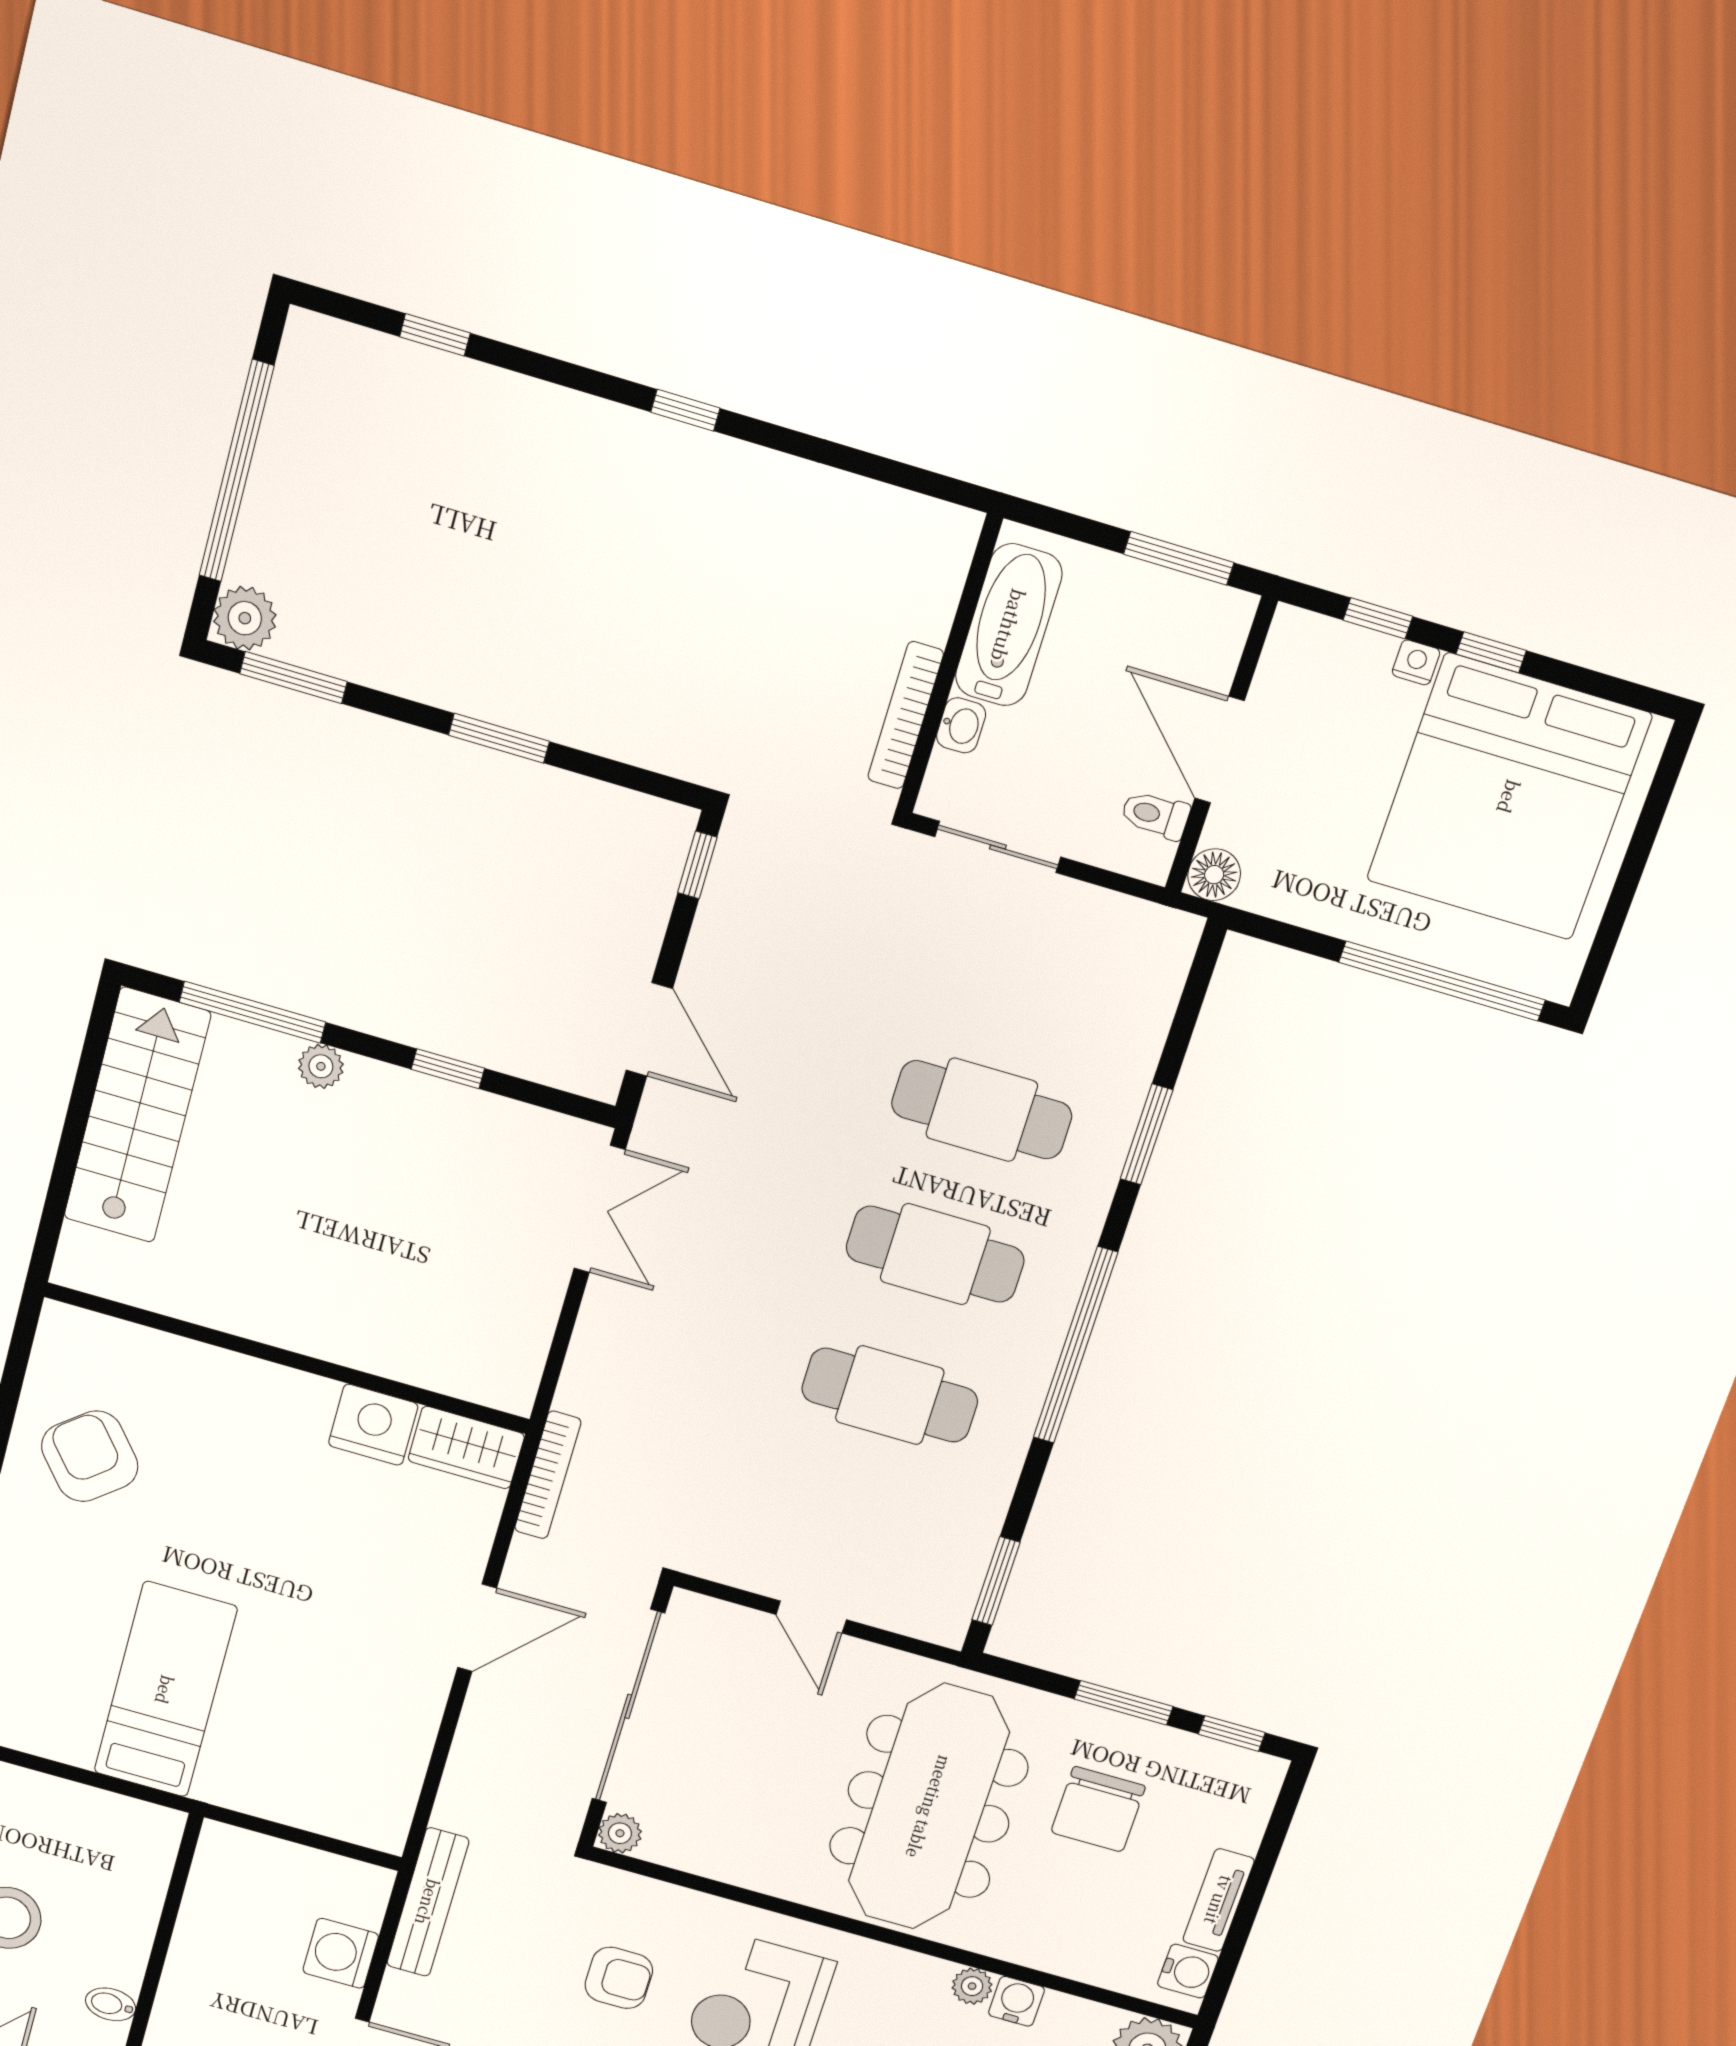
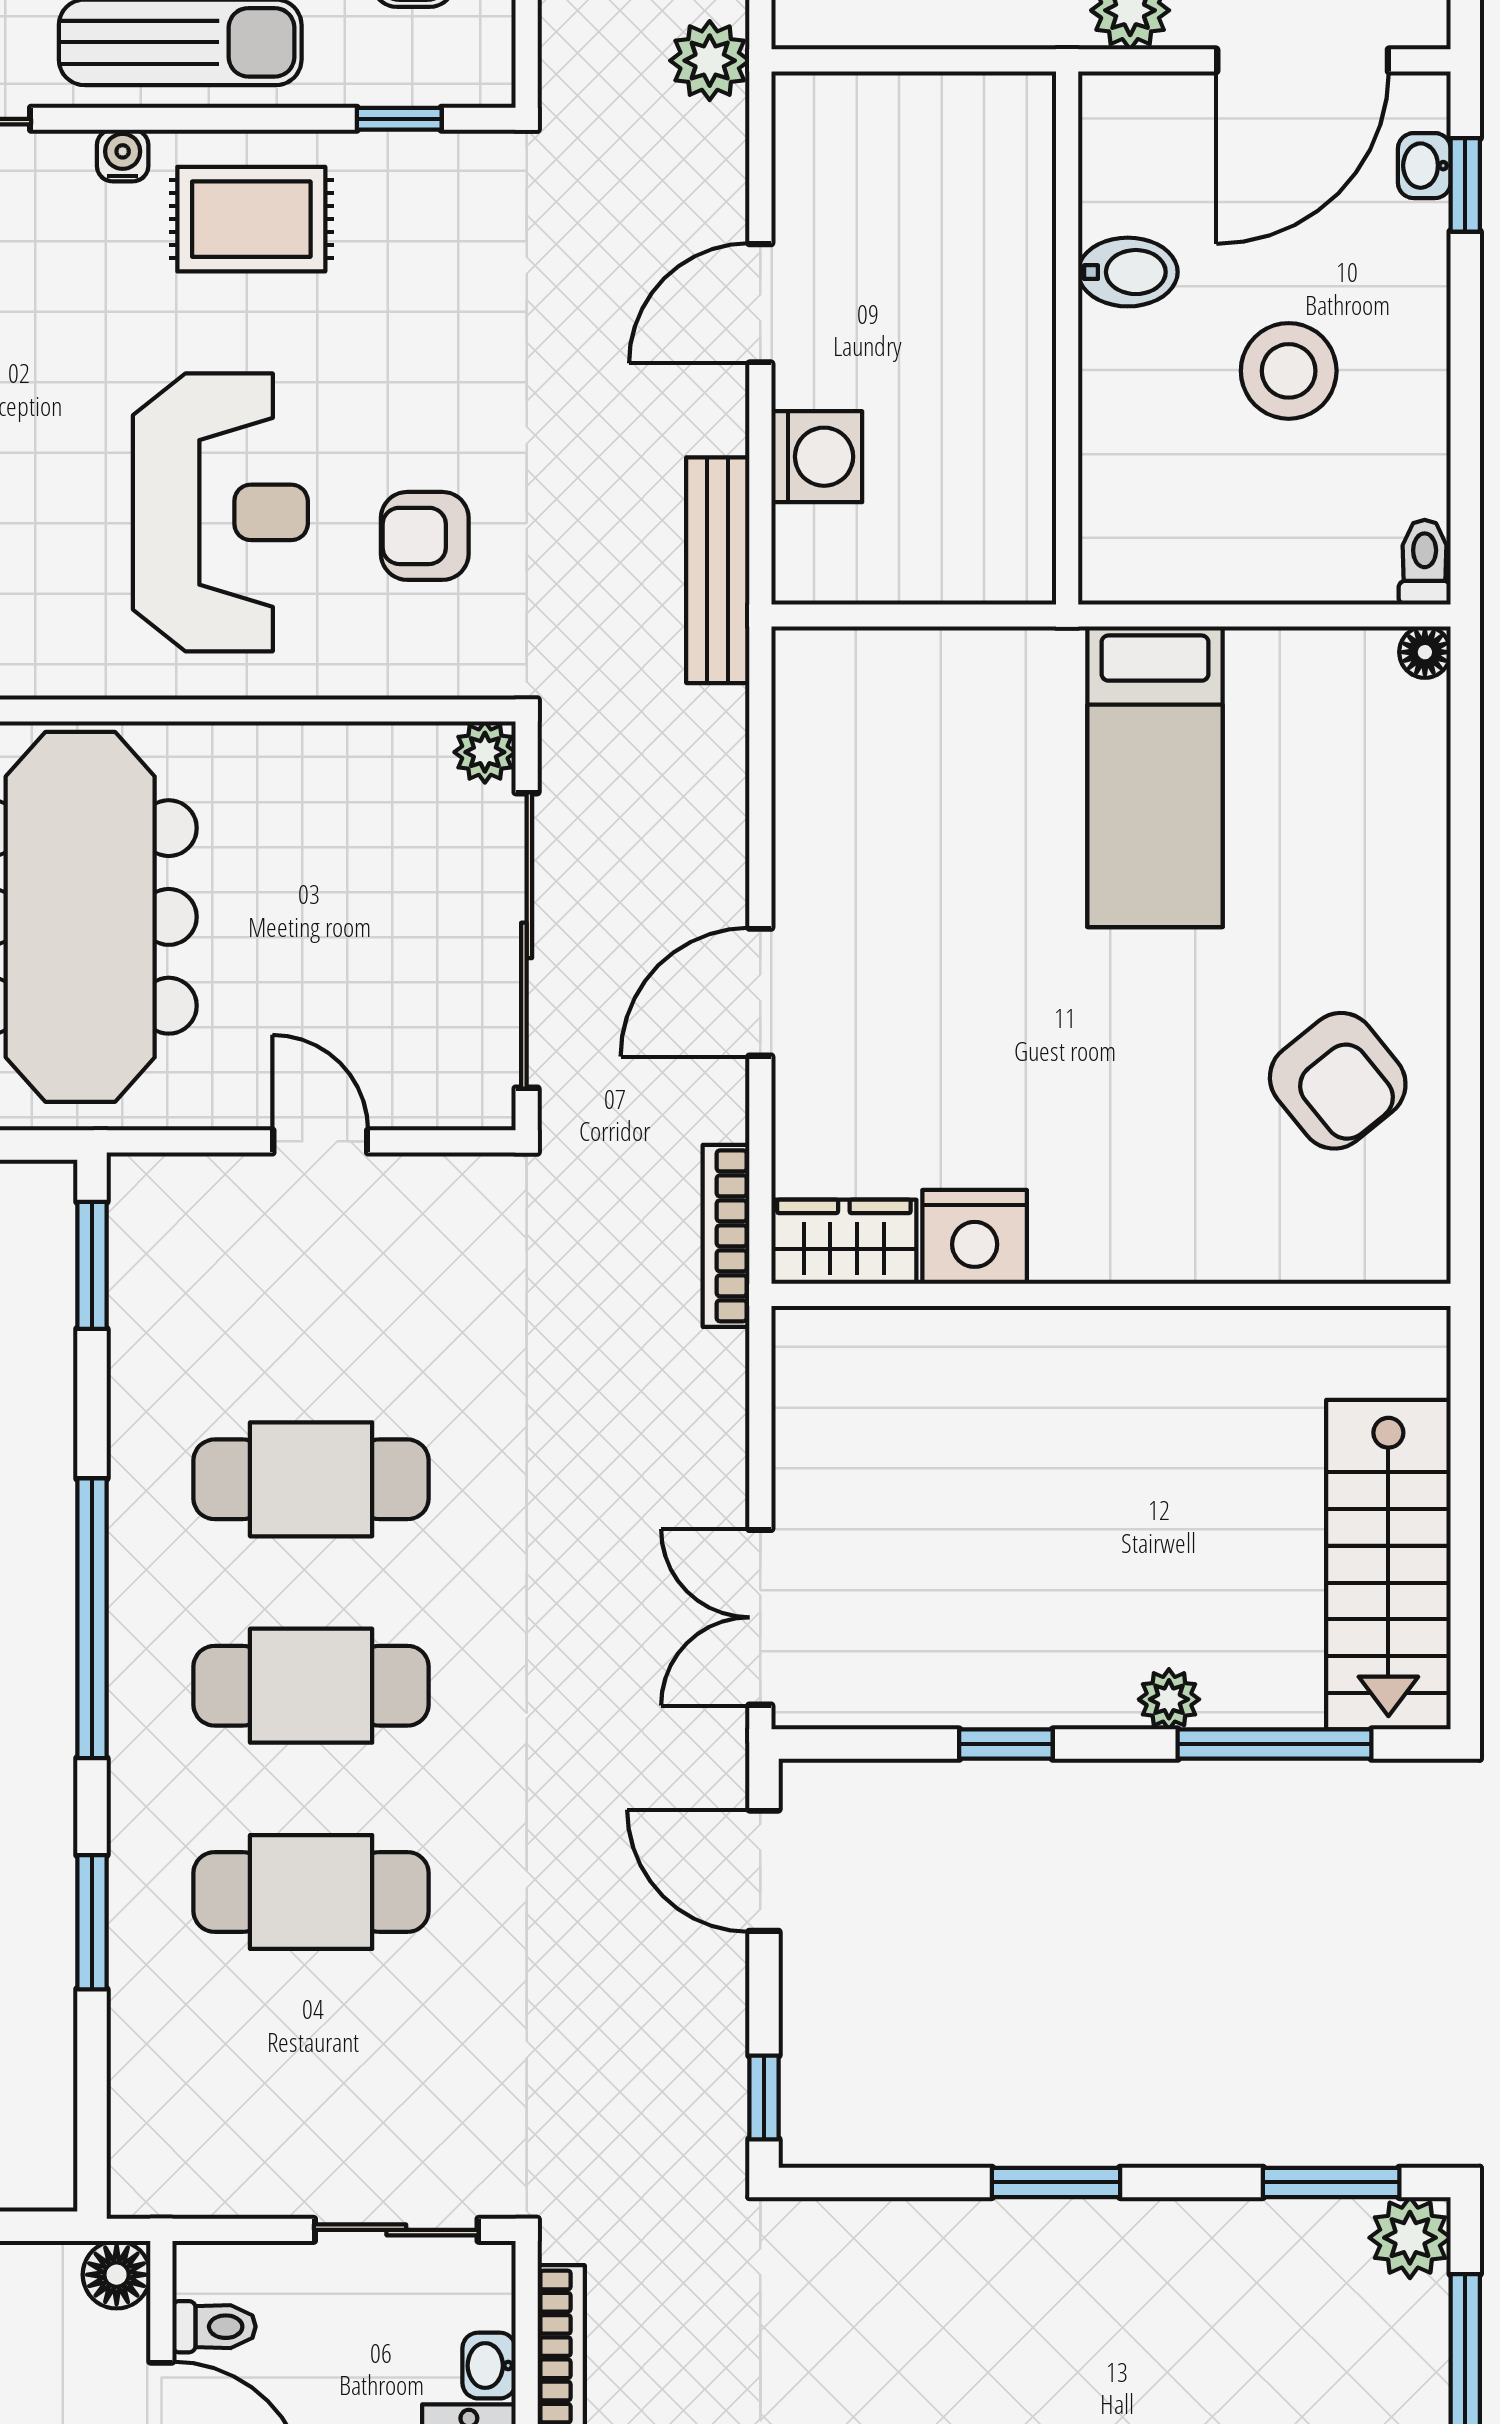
bidet: (111, 2004) -> (1128, 272), width x1.38, depth x1.36

